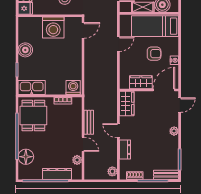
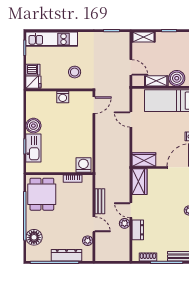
washing machine: (53, 28) -> (63, 97), width x0.53, depth x0.53
door: (118, 44) -> (131, 119), swing flipped
armchair: (154, 54) -> (168, 129), removed
wardrobe: (141, 82) -> (144, 159), moved
kitchen sink: (32, 88) -> (33, 148), moved, turned 90
plant: (112, 171) -> (125, 223), moved

